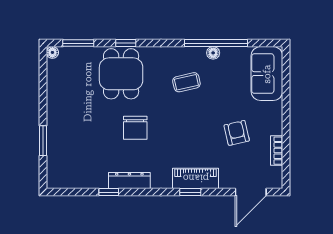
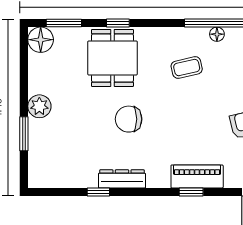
floor lamp: (52, 52) -> (41, 40), width x1.89, depth x1.89
plant: (57, 116) -> (39, 106), added
chair: (135, 128) -> (129, 119), turned 90

